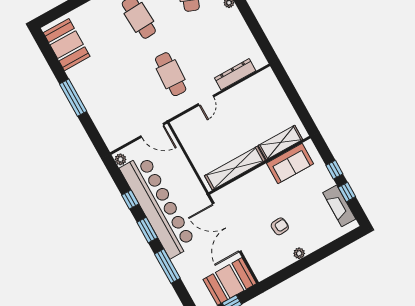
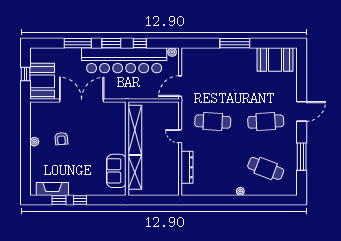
shelving: (280, 143) -> (135, 172), moved
sofa: (290, 163) -> (116, 171), moved
wall: (260, 165) -> (127, 149), moved
shelving: (235, 168) -> (135, 130), moved

